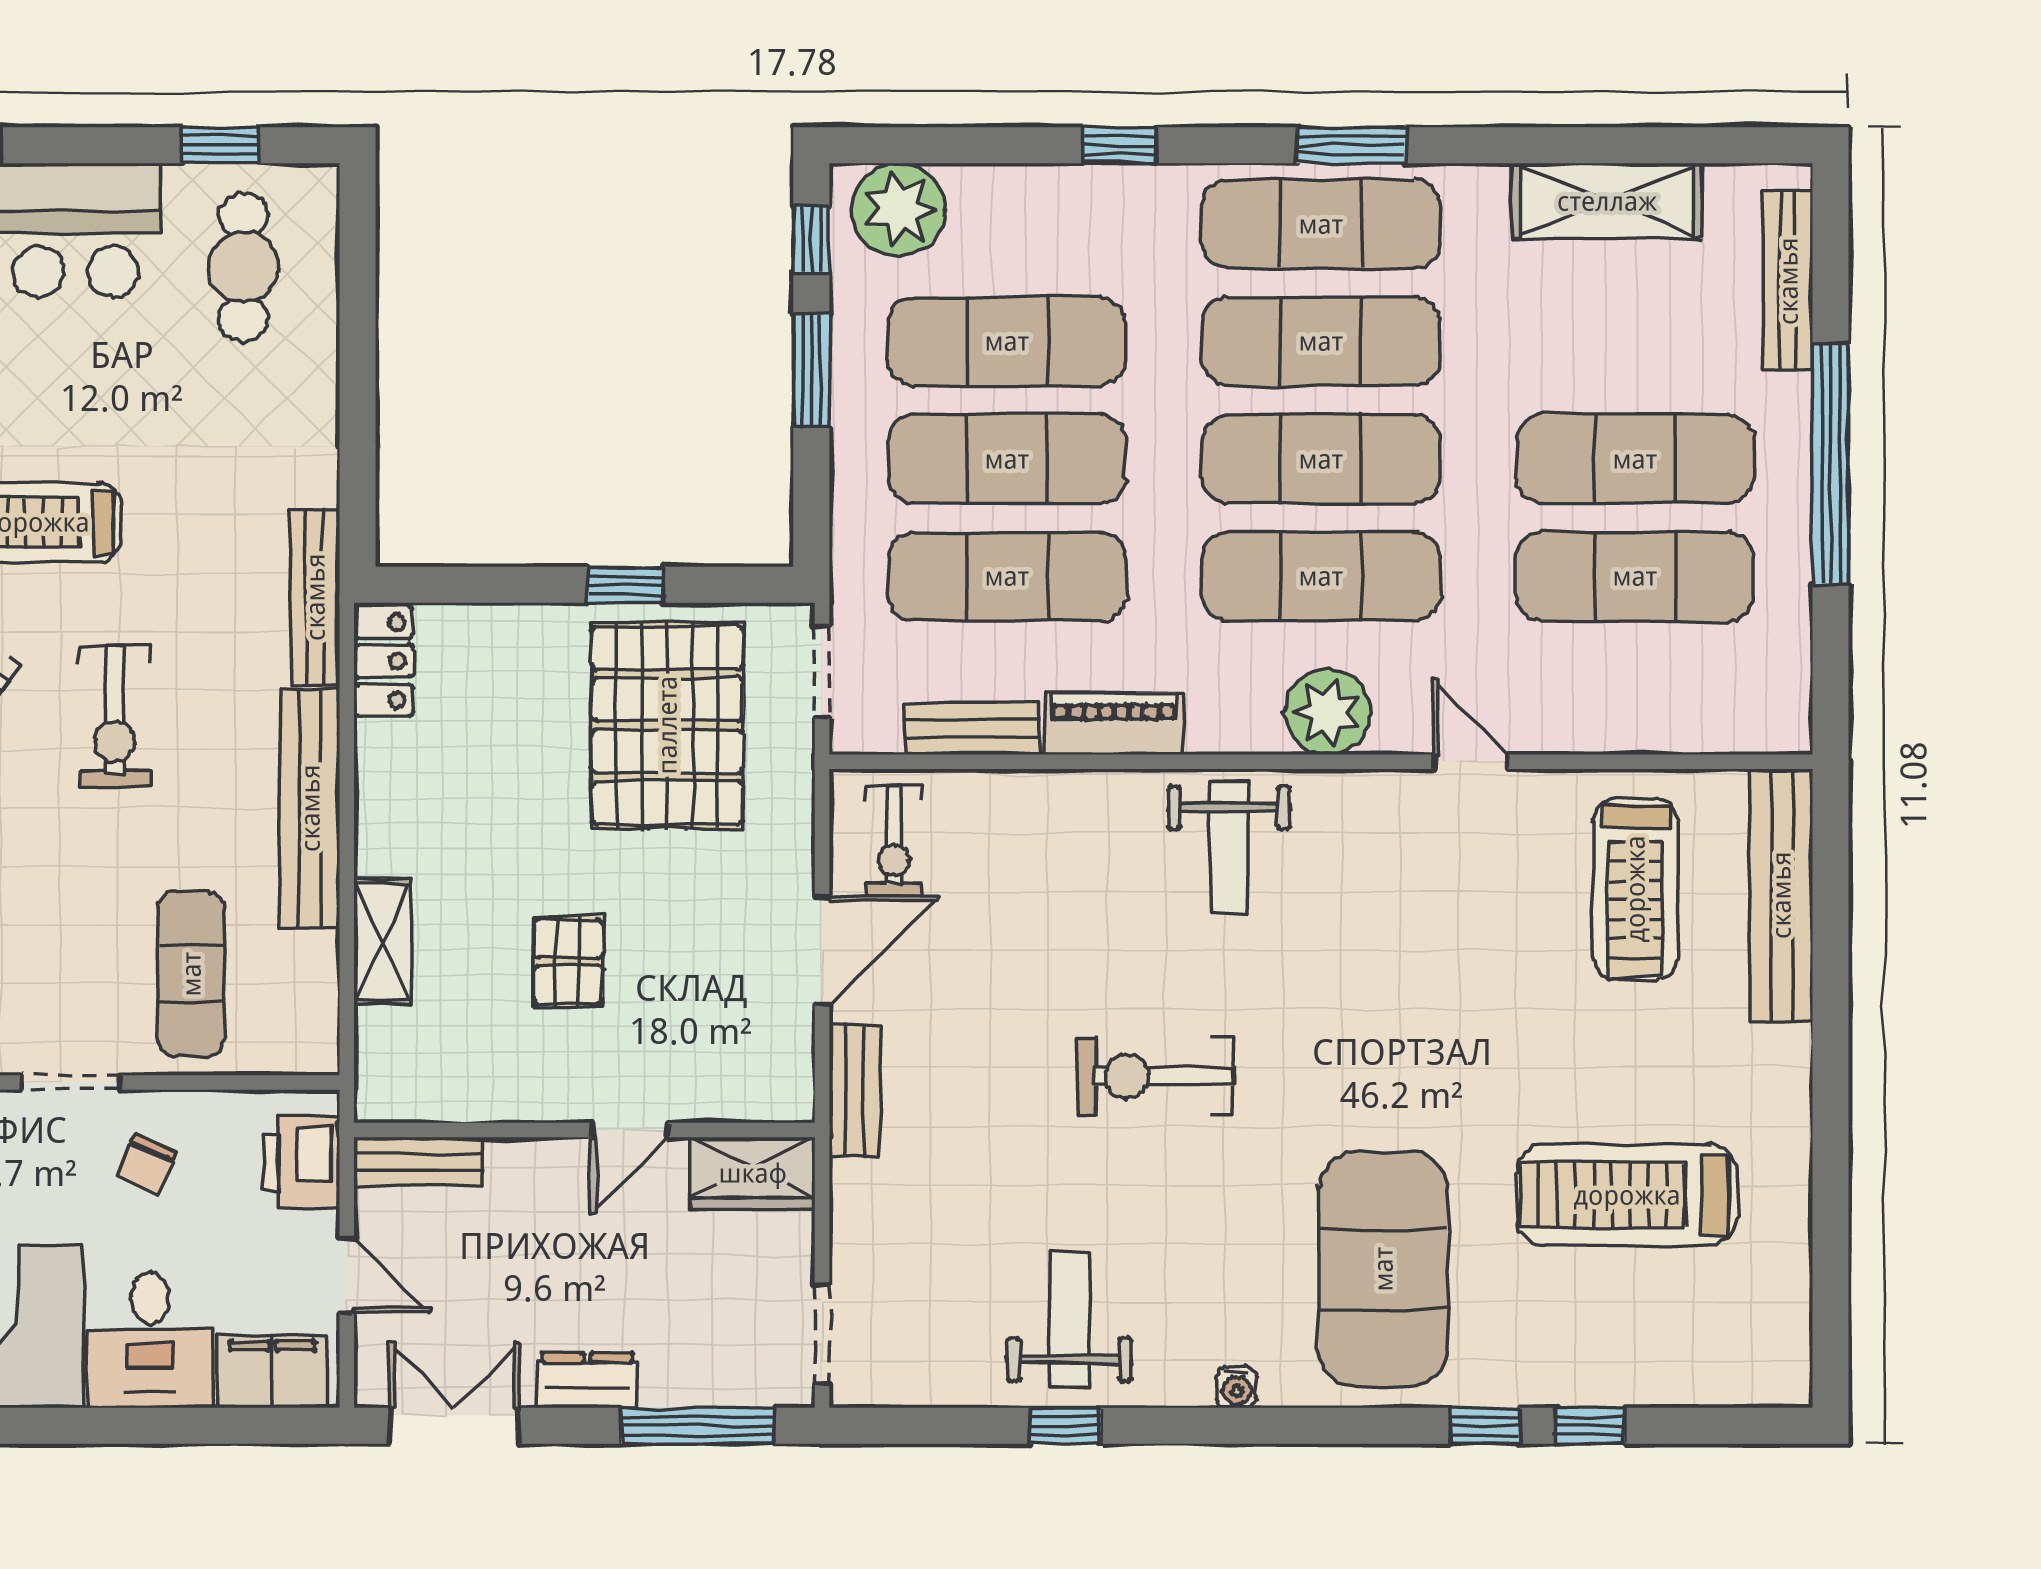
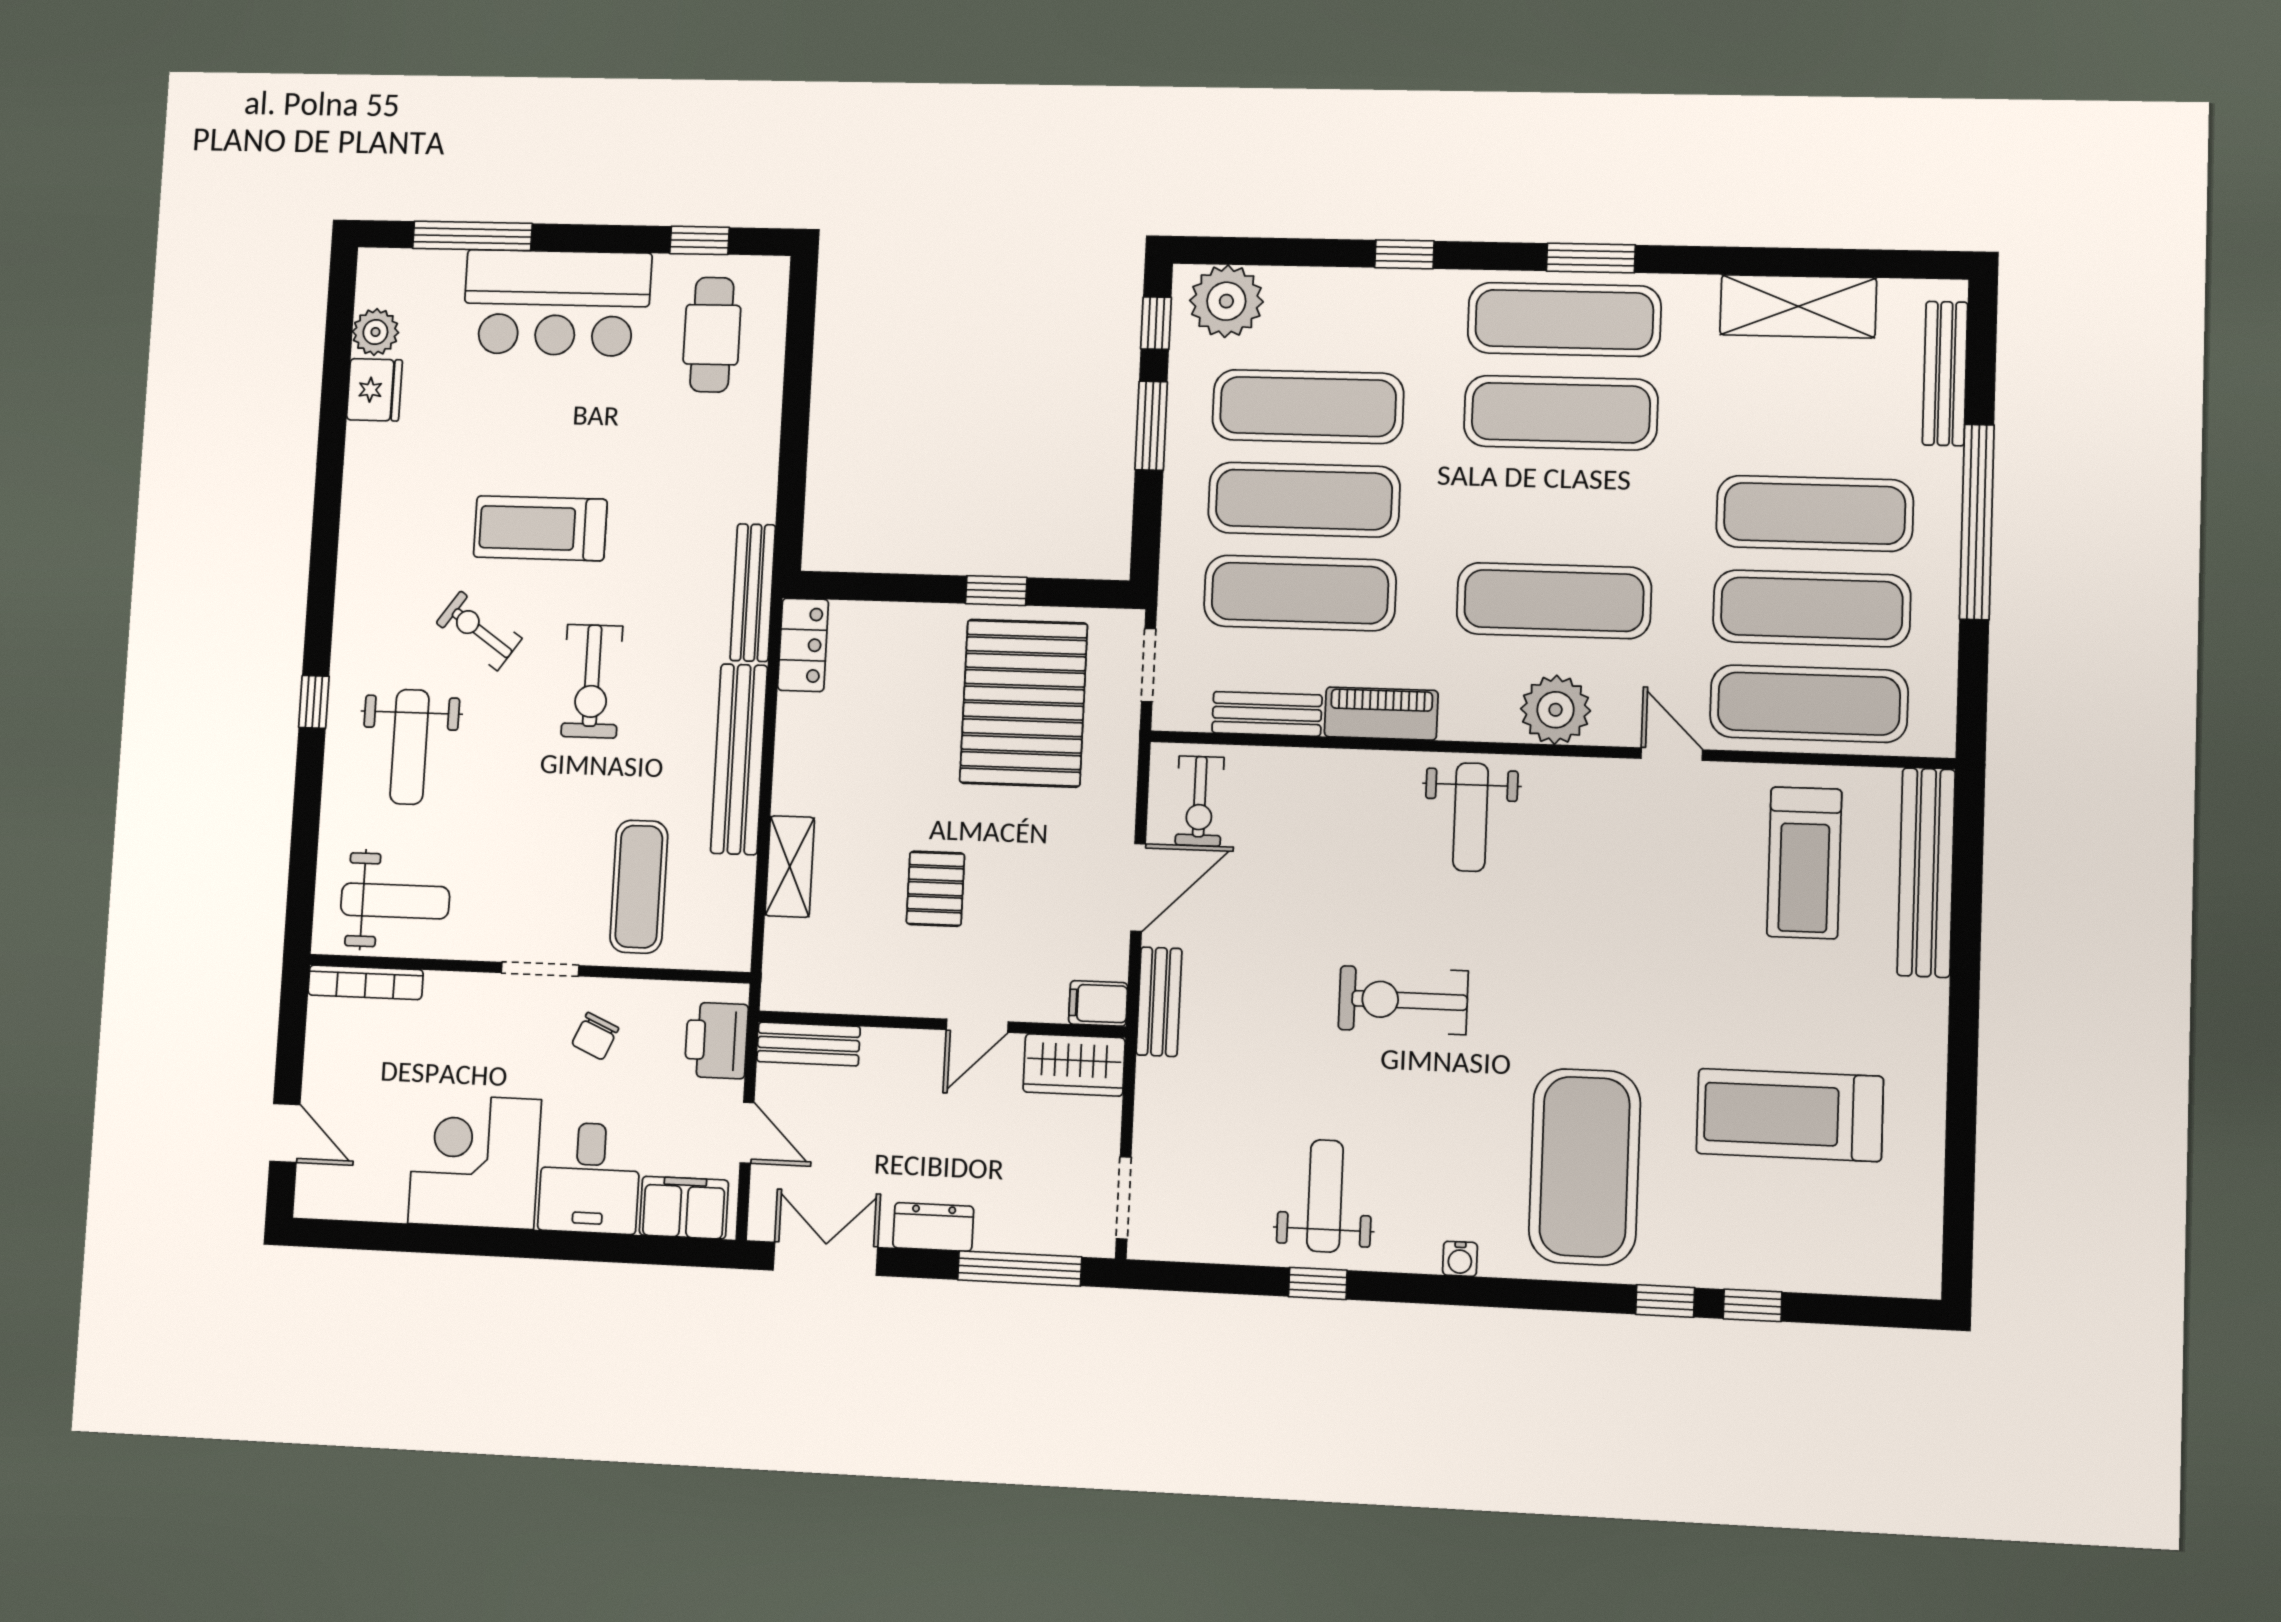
exercise mat: (1321, 459) -> (1809, 704), moved
filing cabinet: (779, 1096) -> (1098, 1003), added

